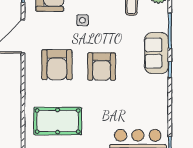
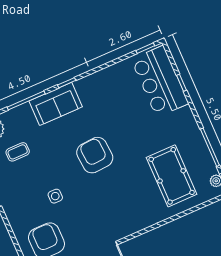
armchair: (57, 65) -> (113, 202), removed
armchair: (102, 67) -> (95, 155), turned -94

